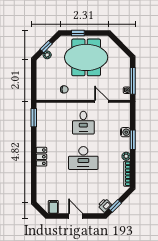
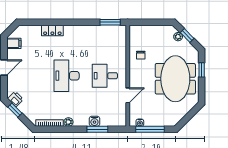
window: (133, 140) -> (97, 129), moved
locker: (42, 157) -> (52, 31), moved

